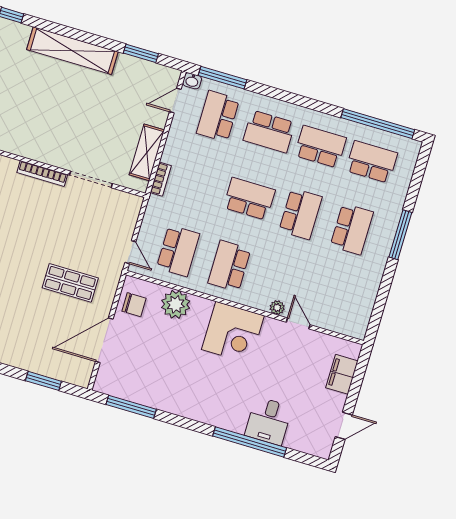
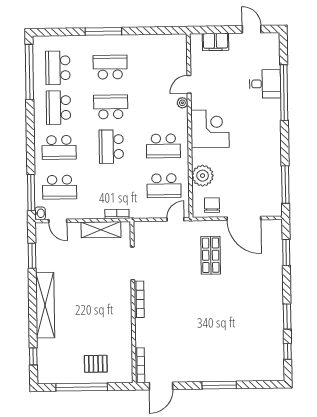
school desk: (269, 131) -> (59, 147), turned 90
school desk: (178, 251) -> (164, 186), turned 180

